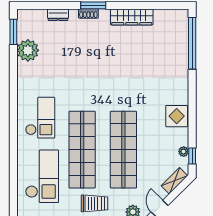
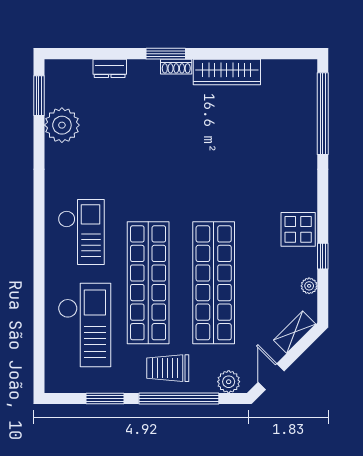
shoe rack: (88, 14) -> (176, 67), moved
window: (192, 156) -> (323, 256), moved
trolley: (95, 203) -> (168, 368), turned 180

